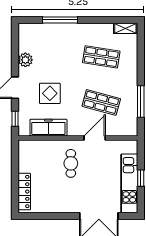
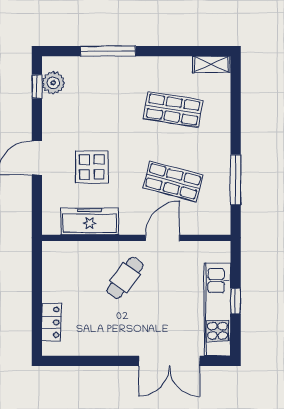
plant: (25, 60) -> (53, 83), moved
window: (15, 119) -> (37, 86), moved
cafe table: (71, 163) -> (125, 278), turned 37
locker: (24, 192) -> (51, 322), width x0.66

